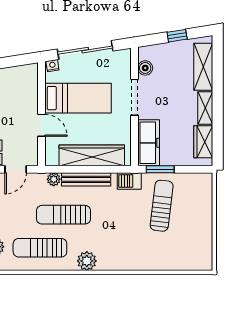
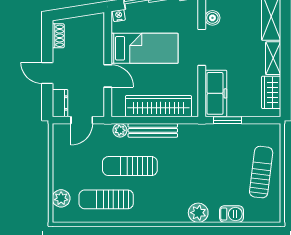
barbecue: (129, 181) -> (232, 214), moved, turned 180
sun lounger: (162, 206) -> (261, 172), moved
plant: (87, 261) -> (198, 213), moved

